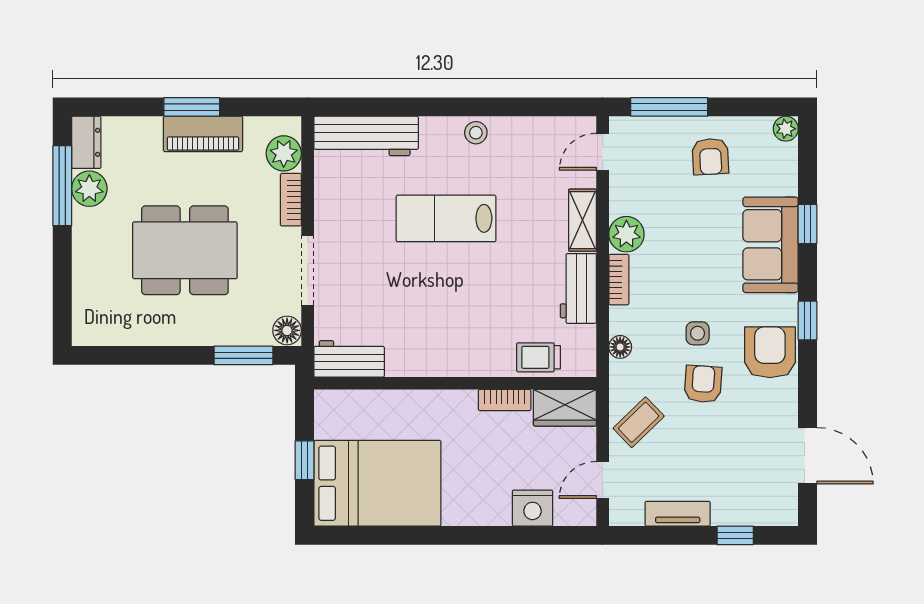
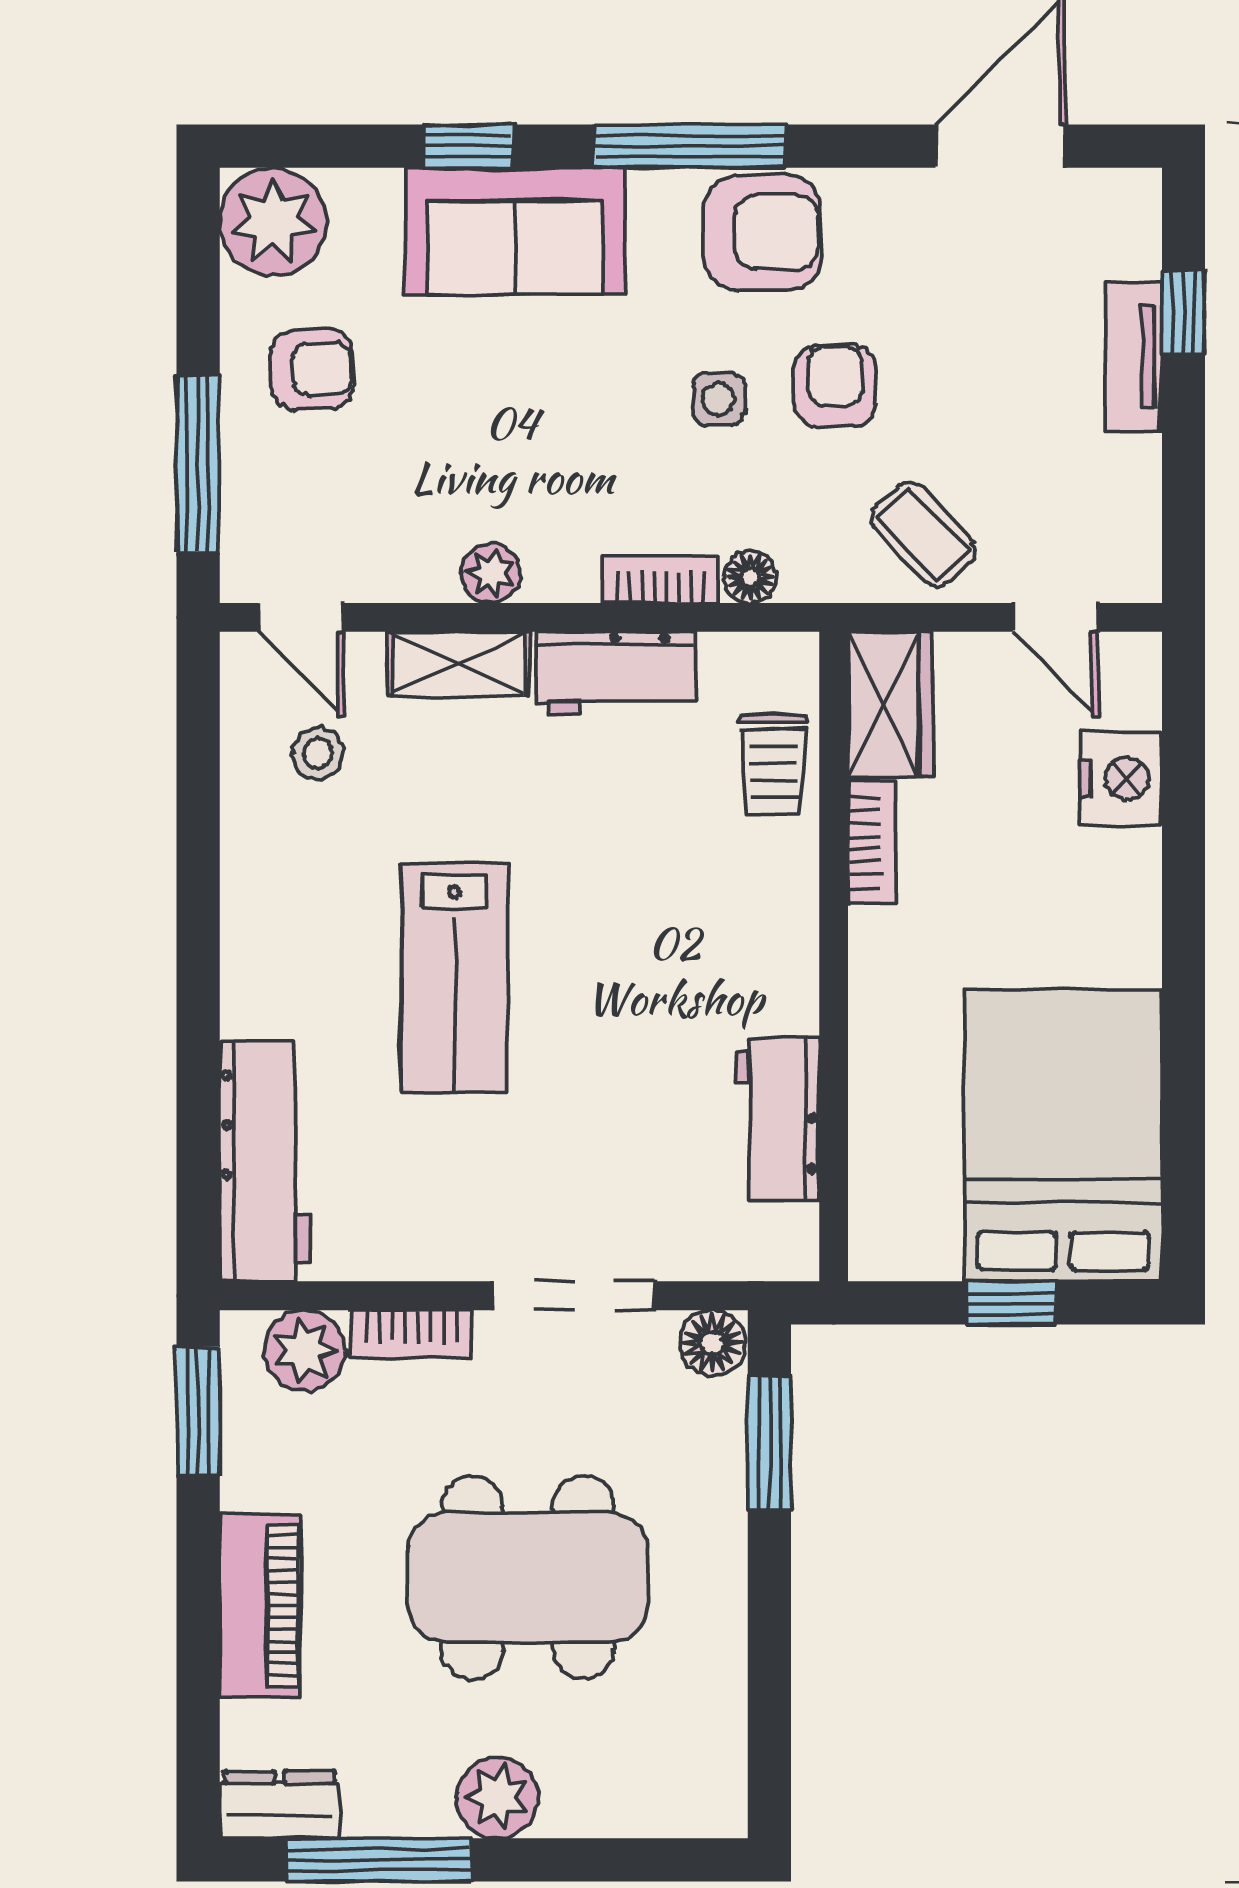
window: (192, 107) -> (198, 1411), moved
plant: (786, 129) -> (273, 221), width x1.88, depth x1.88
stool: (476, 133) -> (318, 754), moved
piano: (203, 134) -> (260, 1606), moved
plant: (89, 189) -> (498, 1798), moved
plant: (626, 234) -> (491, 574), width x0.73, depth x0.73
dining table: (185, 250) -> (528, 1578), turned 90
bookcase: (619, 280) -> (660, 580), moved
window: (807, 320) -> (689, 146), width x2.17
armchair: (770, 352) -> (762, 232), turned 180
workbench: (349, 359) -> (777, 1119), moved
armchair: (703, 384) -> (835, 386), turned 86
tv unit: (678, 514) -> (1134, 357), moved

